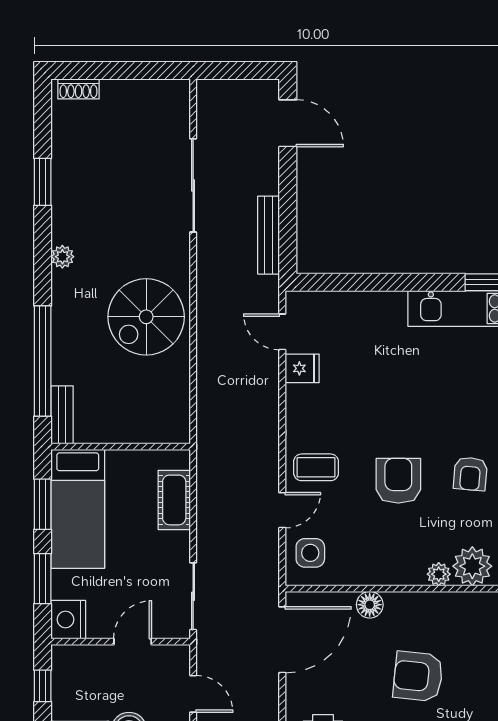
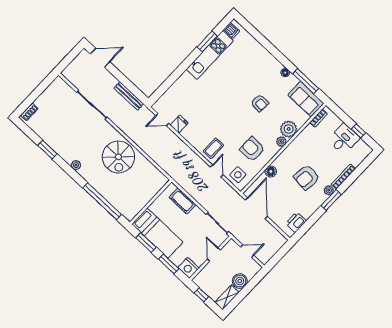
bench: (62, 415) -> (124, 211), removed
armchair: (398, 481) -> (252, 149), moved

